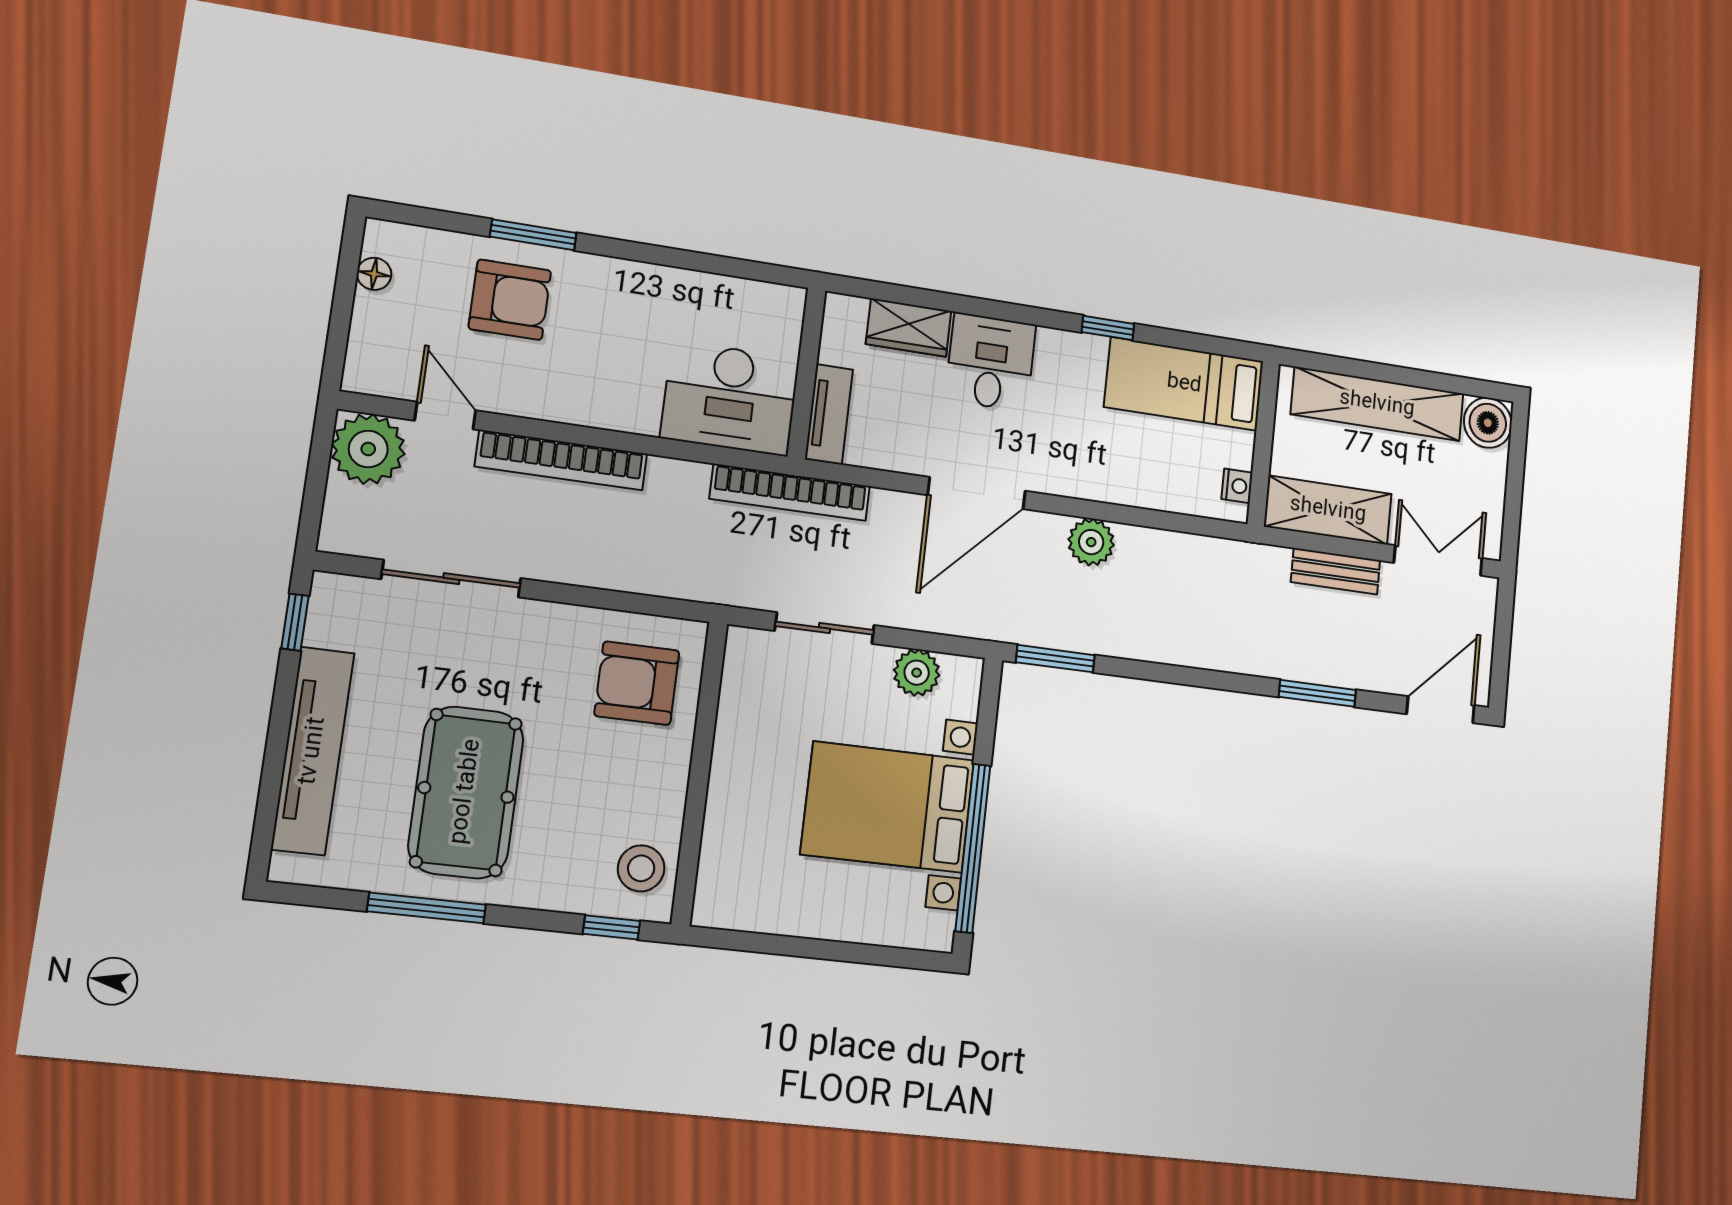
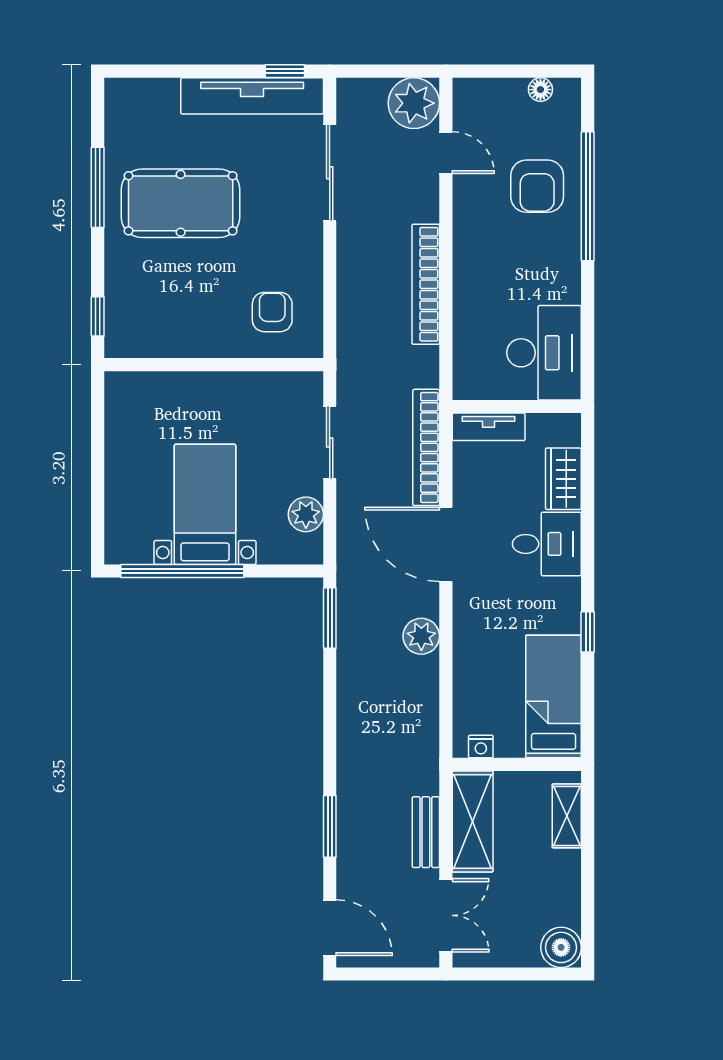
window: (533, 235) -> (588, 196), width x2.11
desk: (730, 398) -> (544, 353), moved, turned 180
shelving: (1377, 404) -> (567, 816), width x0.45, depth x0.75
door: (445, 416) -> (446, 153), hinge flipped
bookcase: (561, 460) -> (426, 284), moved
bookcase: (790, 492) -> (426, 447), moved
armchair: (637, 683) -> (272, 312), width x0.72, depth x0.72
tv unit: (313, 751) -> (252, 96), moved
bed with nightstands: (888, 807) -> (205, 504), width x0.73
stool: (641, 868) -> (141, 332), removed

